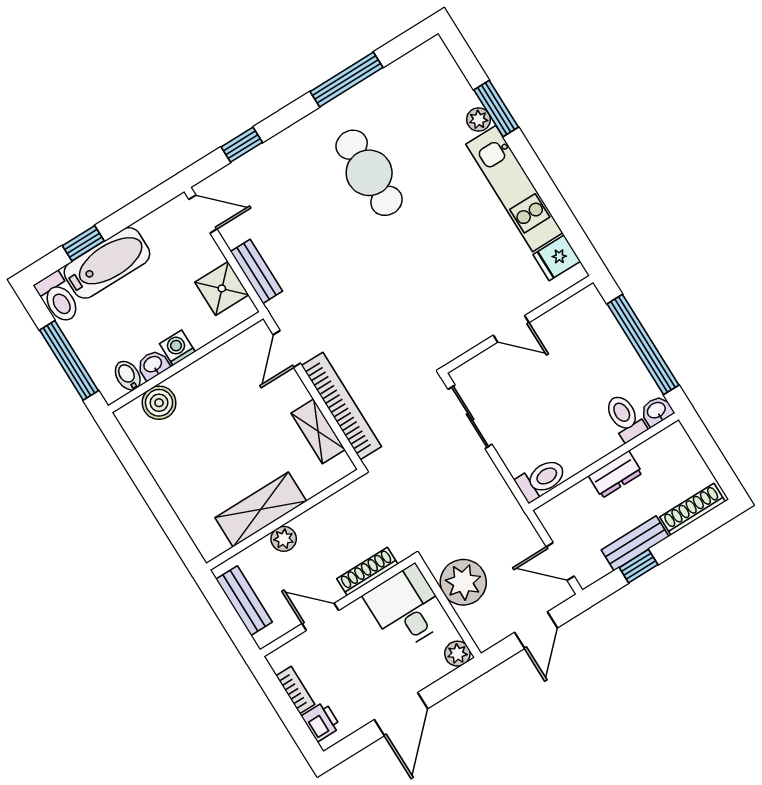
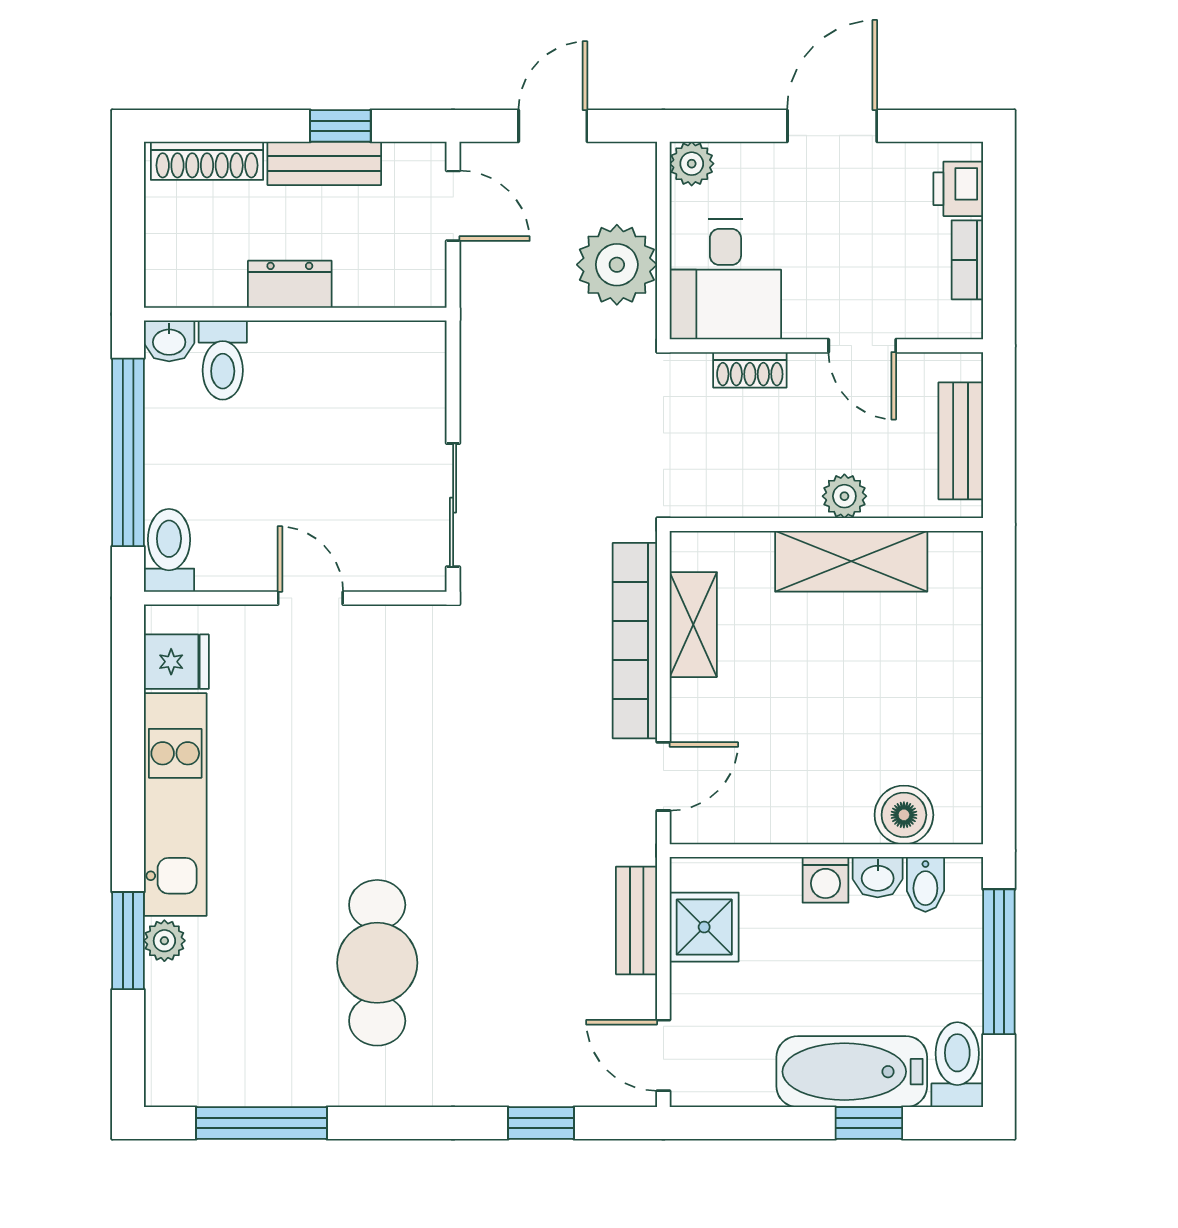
window: (347, 79) -> (262, 1123), moved
toilet: (541, 479) -> (169, 550), moved, turned 90
shoe rack: (367, 571) -> (750, 370), width x0.70

